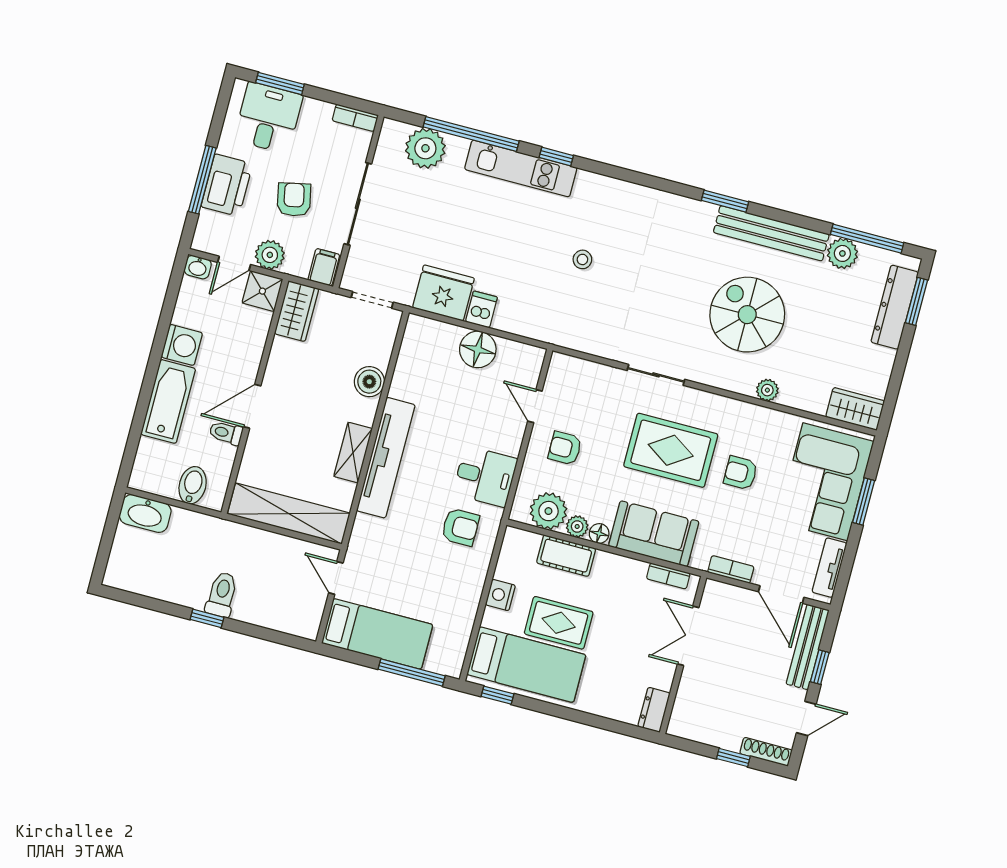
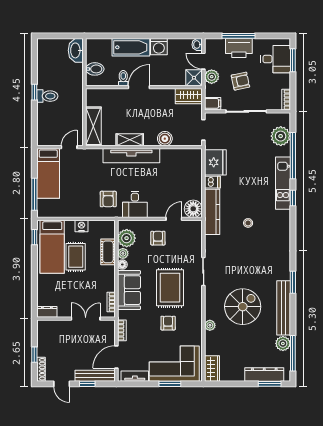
kitchen counter: (541, 326) -> (212, 212), added
floor lamp: (478, 349) -> (193, 209), moved
door: (252, 406) -> (139, 87), hinge flipped
shelving: (289, 514) -> (93, 126), width x0.68

